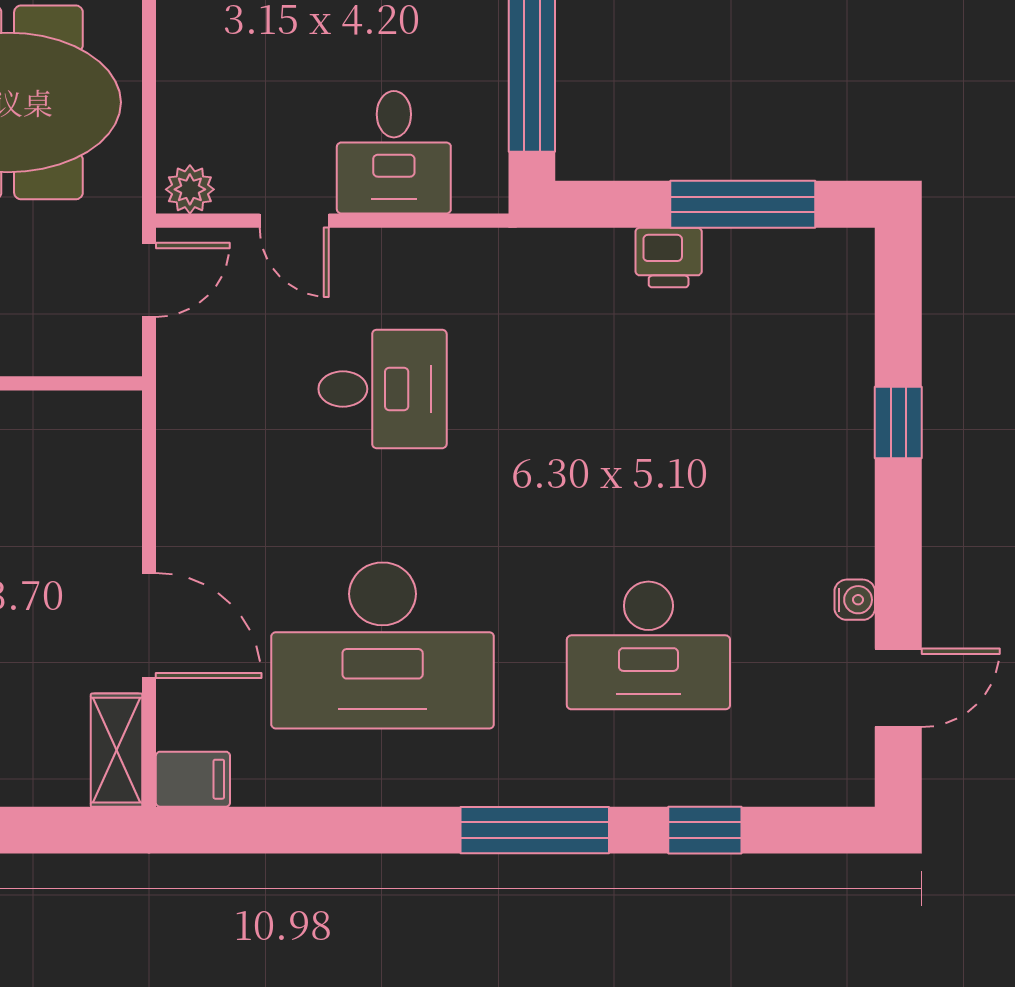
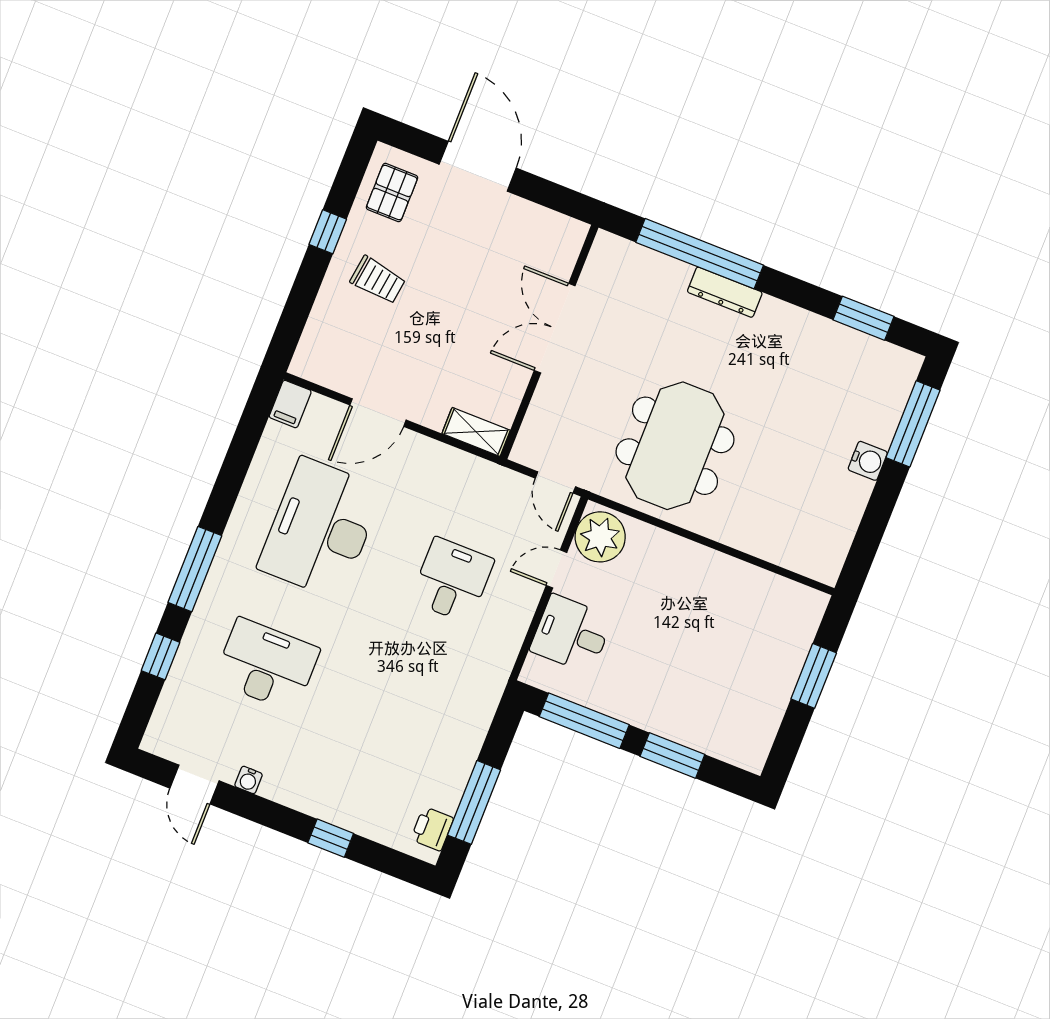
plant: (190, 189) -> (600, 537), width x1.87, depth x1.87
printer: (669, 258) -> (432, 829), moved
desk: (383, 389) -> (452, 580), turned 180
desk: (648, 645) -> (267, 665), turned 90
shelving: (116, 750) -> (476, 432), moved

